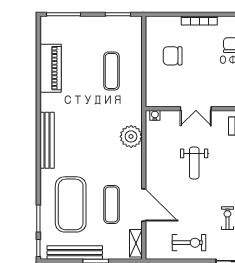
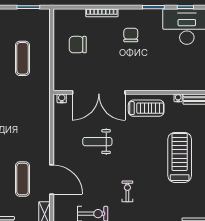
double door: (196, 109) -> (99, 92), width x1.87
plant: (131, 136) -> (40, 118), removed
weight bench: (194, 163) -> (97, 142), turned 90

